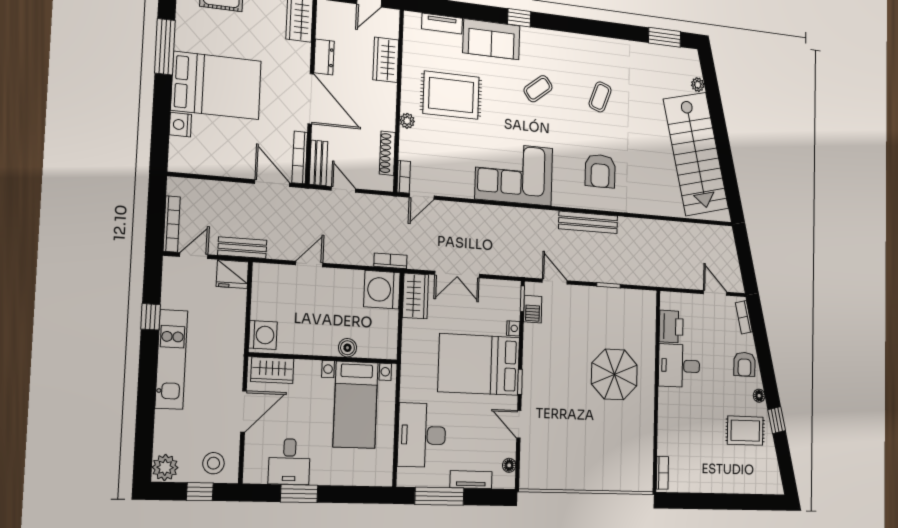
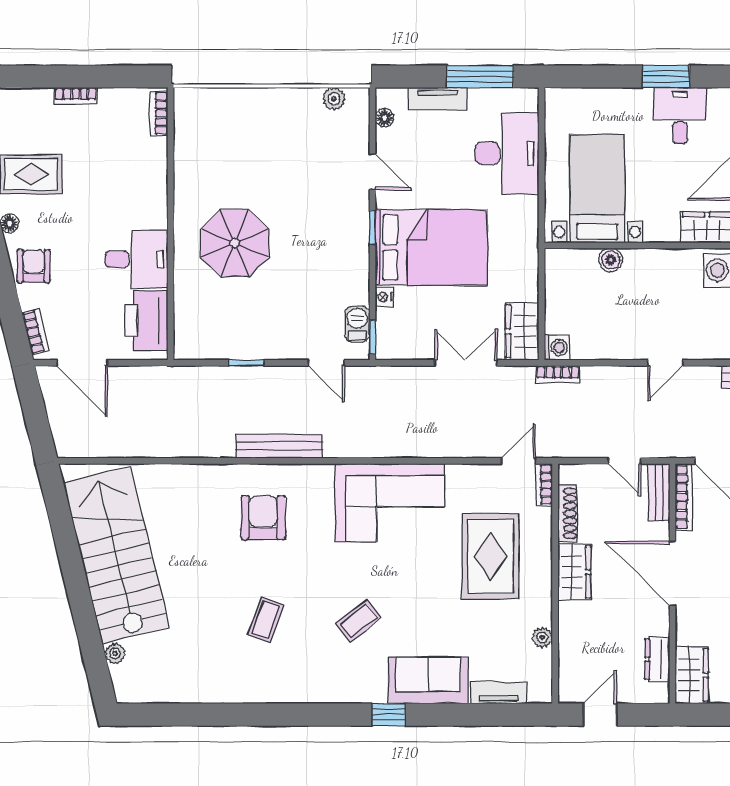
window: (665, 37) -> (169, 715), removed
dresser: (324, 57) -> (657, 659), moved
wardrobe: (386, 60) -> (574, 572), moved
rug: (451, 95) -> (491, 556), moved, turned 90
plant: (407, 121) -> (542, 638), moved
washing machine: (382, 290) -> (557, 348), width x0.53, depth x0.53
door: (715, 293) -> (82, 363), width x1.38
printer: (671, 326) -> (146, 321), width x1.37, depth x1.19
plant: (544, 481) -> (334, 99), added
bookcase: (716, 487) -> (76, 96), added

